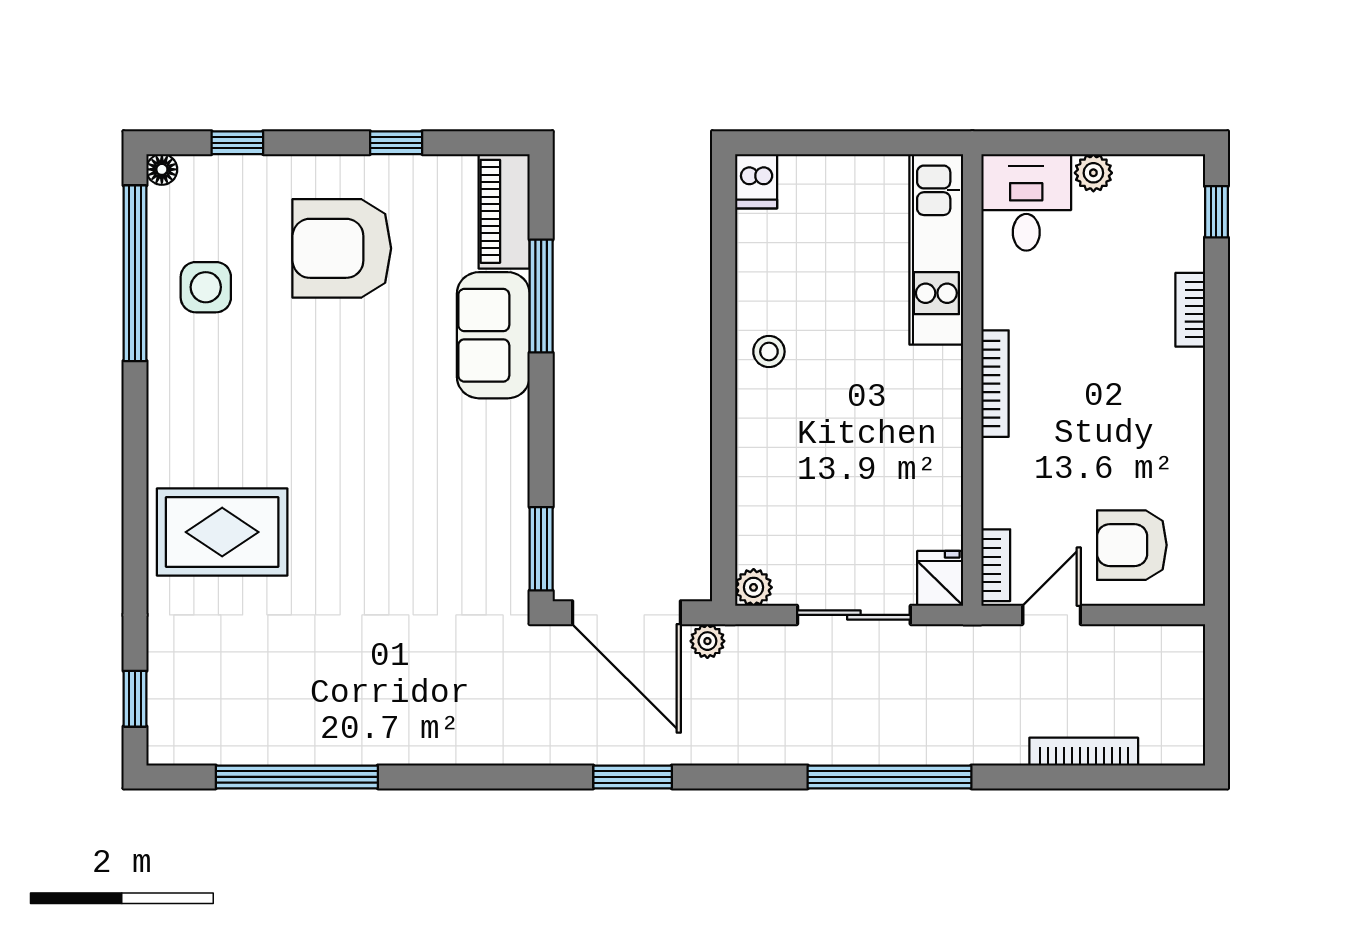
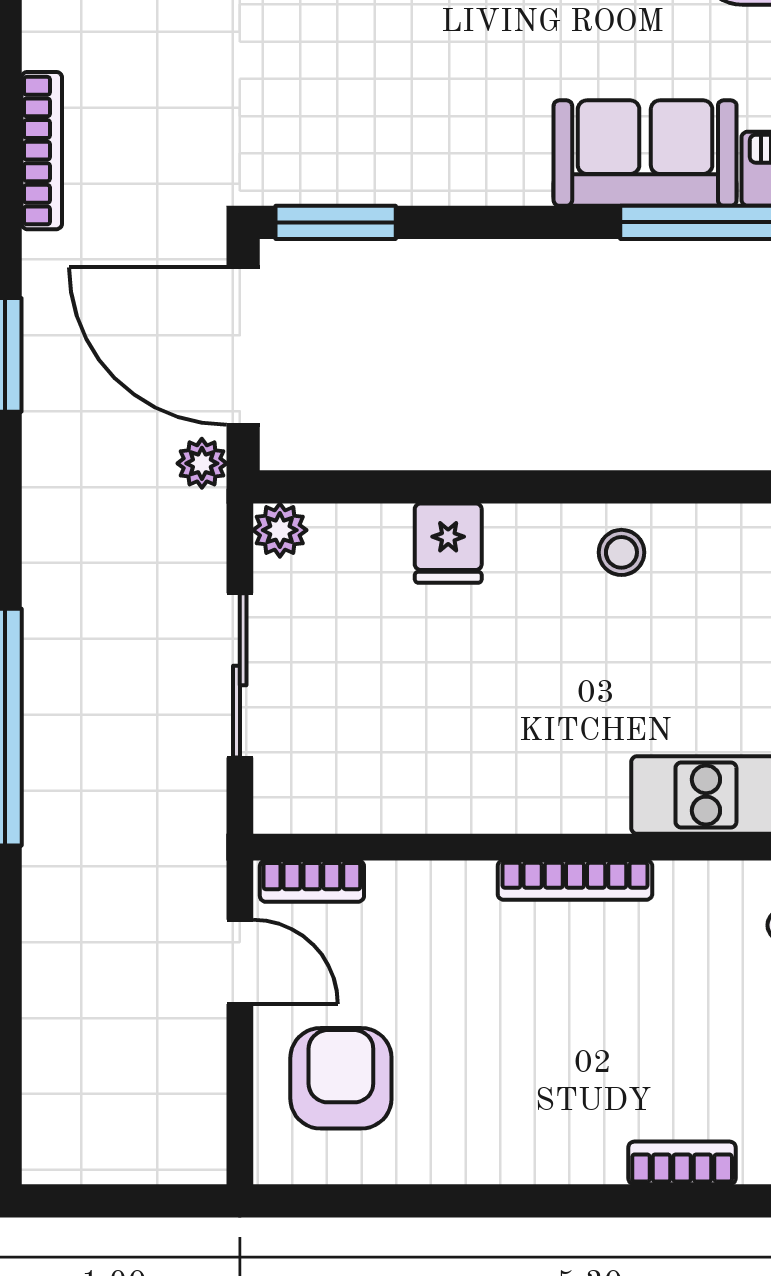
fridge: (940, 578) -> (448, 543), moved, turned 90
door: (627, 613) -> (243, 346), hinge flipped
bookcase: (1084, 752) -> (42, 151), moved

